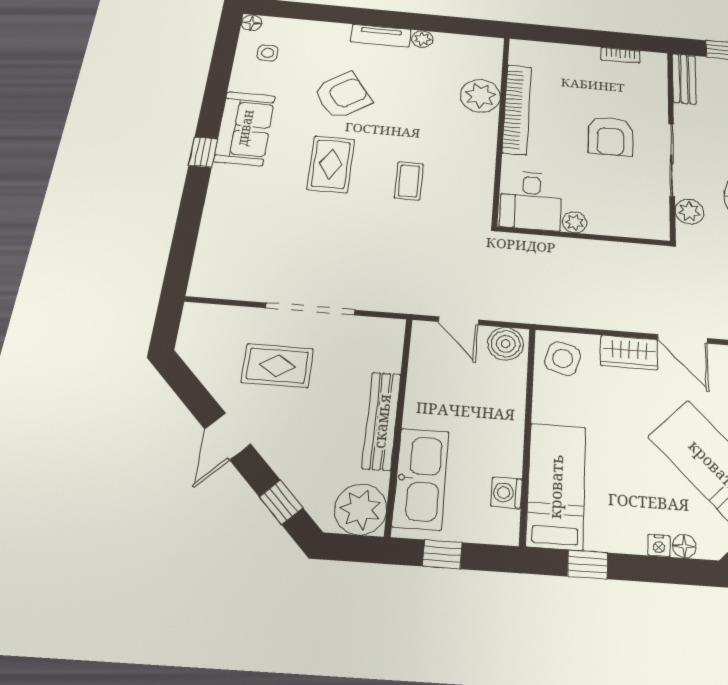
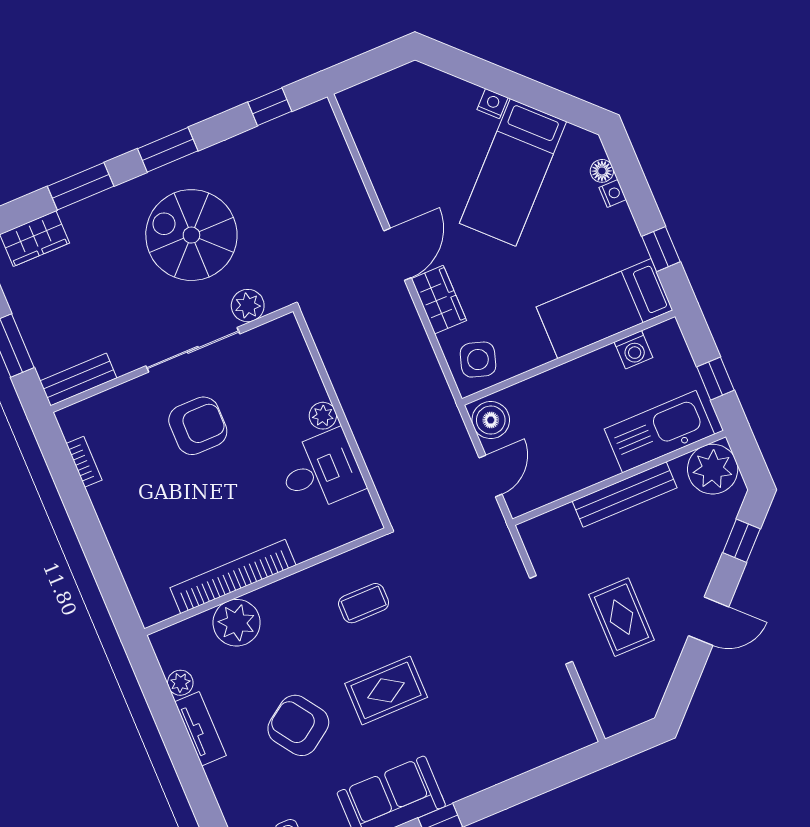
plant: (480, 96) -> (237, 623), moved
bookcase: (517, 109) -> (233, 576), moved
wall: (501, 128) -> (266, 582), moved

